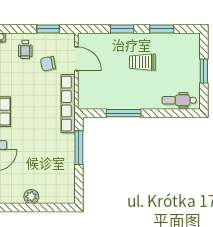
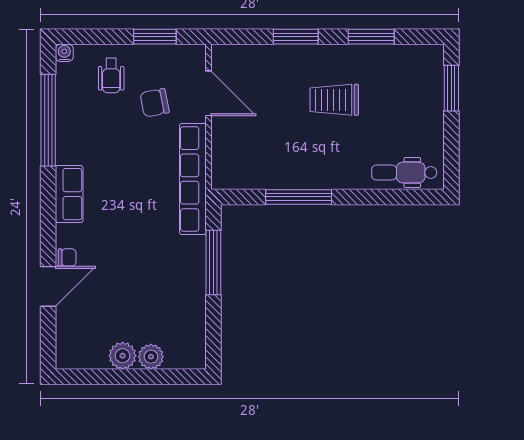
window: (204, 71) -> (451, 88), moved
plant: (46, 197) -> (151, 357), added

